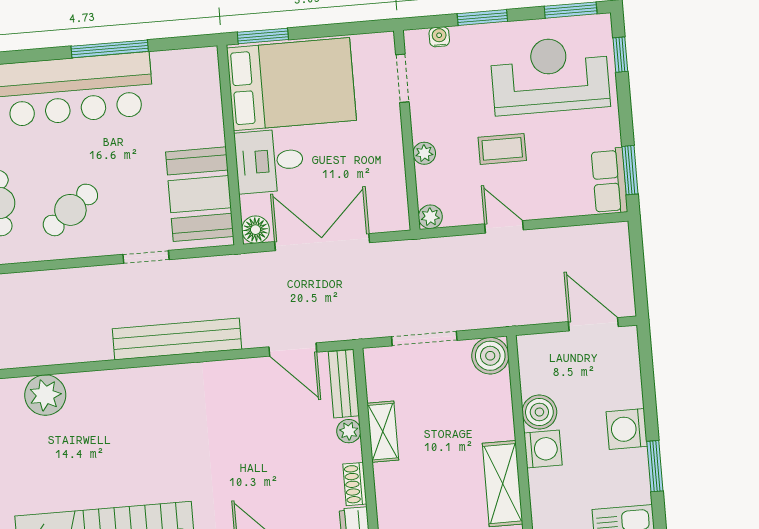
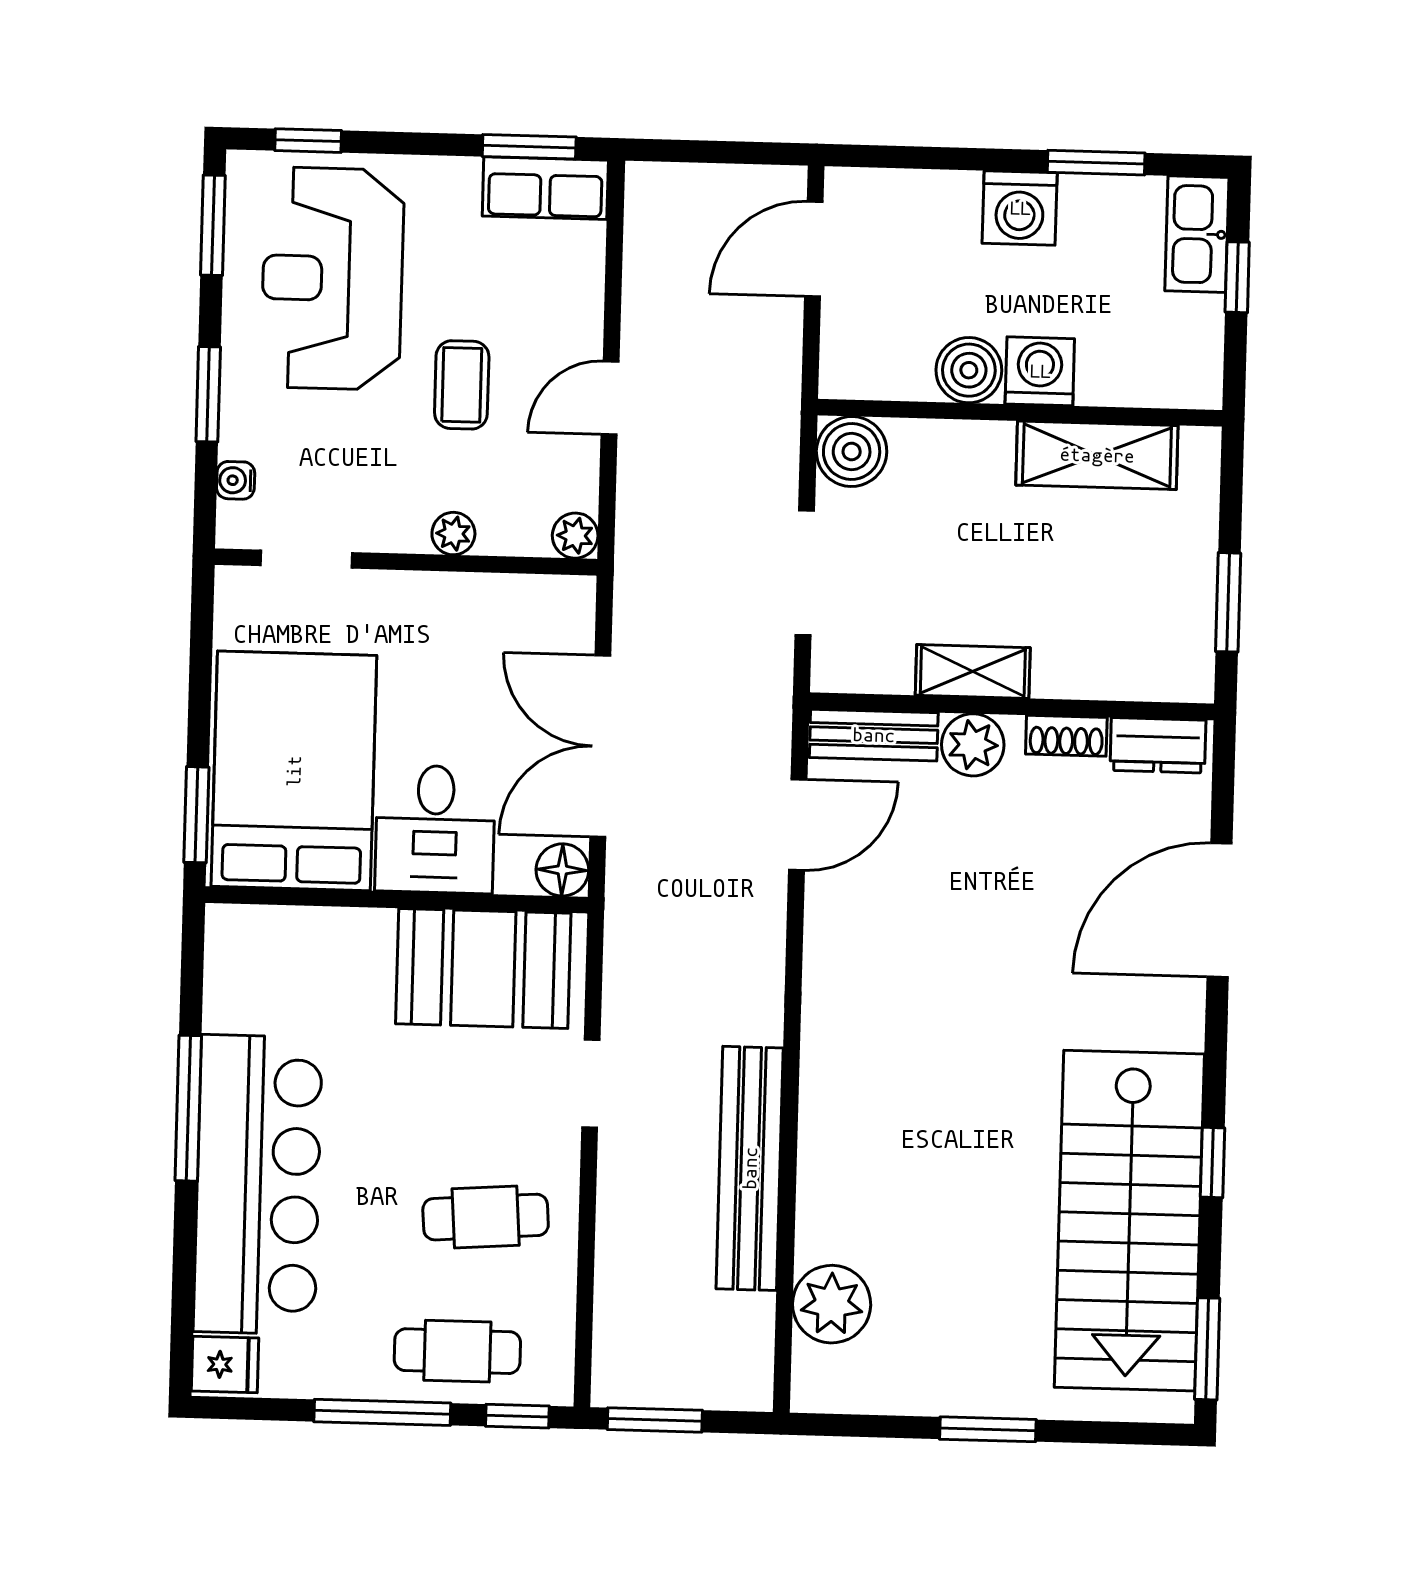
cafe table: (70, 210) -> (486, 1217), turned -56
bench: (177, 339) -> (750, 1168), moved
plant: (349, 431) -> (973, 745), width x1.38, depth x1.38

